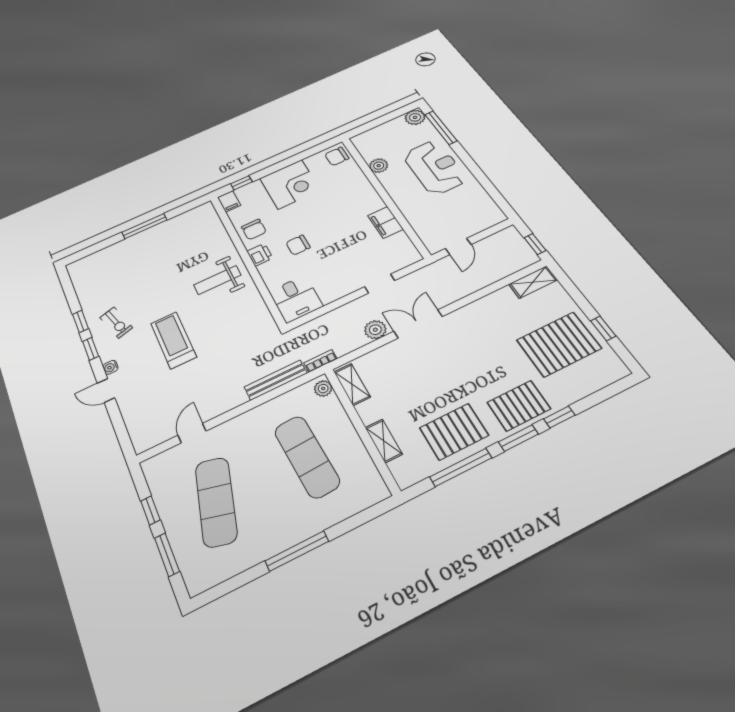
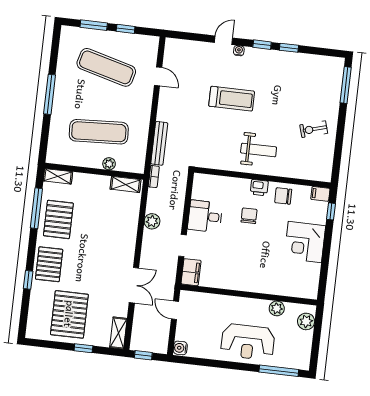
plant: (415, 117) -> (306, 321), moved
chair: (337, 156) -> (306, 287), removed
water cooler: (495, 217) -> (180, 348), added
filing cabinet: (385, 222) -> (191, 272), moved, turned 90
window: (144, 226) -> (346, 85), moved
weight bench: (217, 280) -> (259, 150), turned 90
desk: (296, 299) -> (205, 216), moved
exercise bike: (116, 323) -> (314, 129), moved
double door: (418, 324) -> (134, 285), moved
window: (603, 328) -> (83, 348), moved
plant: (323, 389) -> (109, 164), moved
window: (518, 438) -> (32, 250), removed
shelving: (384, 441) -> (58, 176), moved

